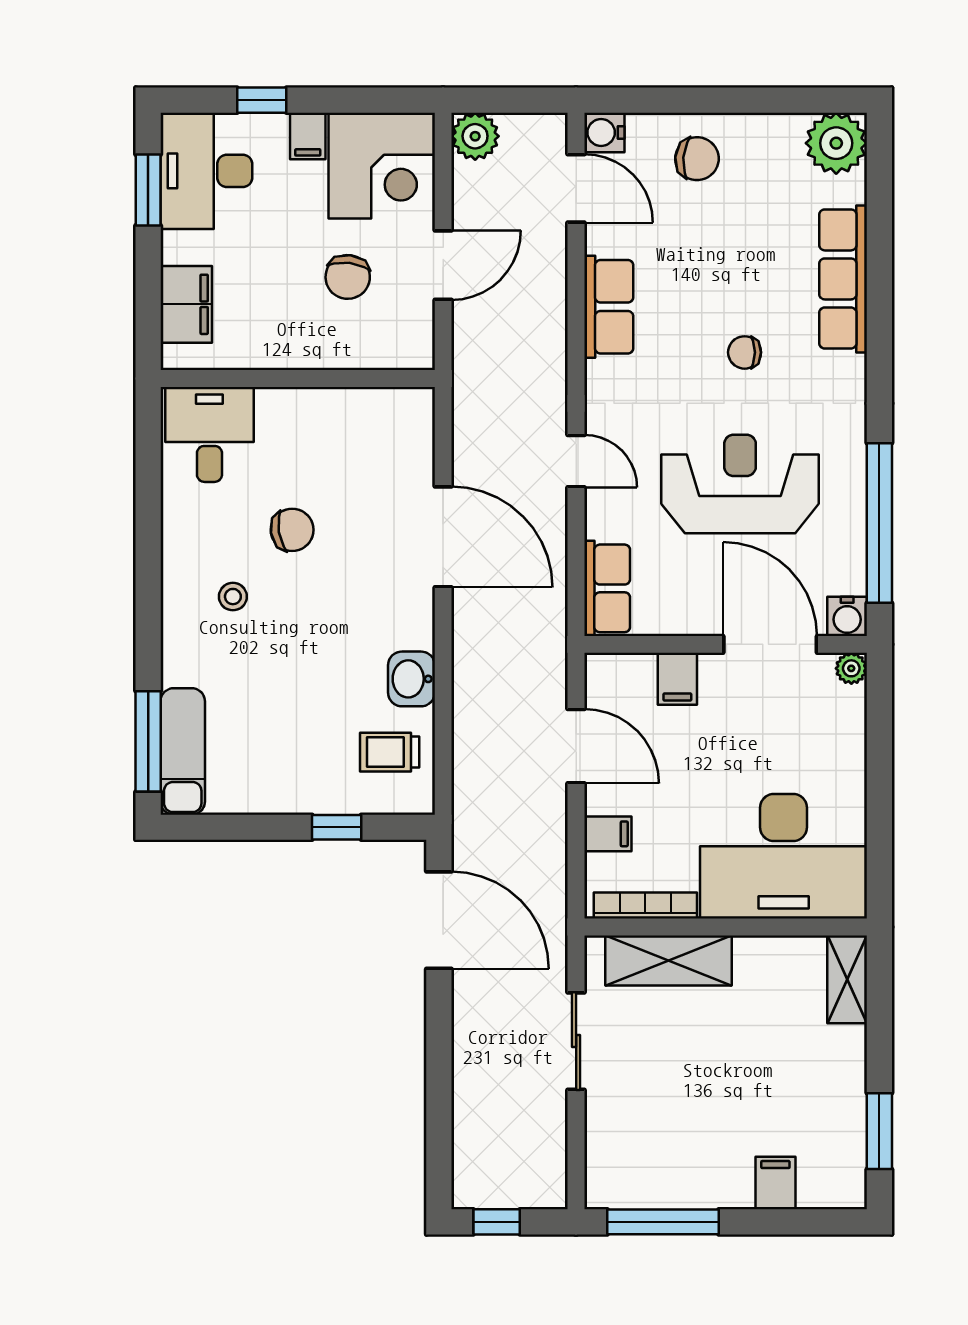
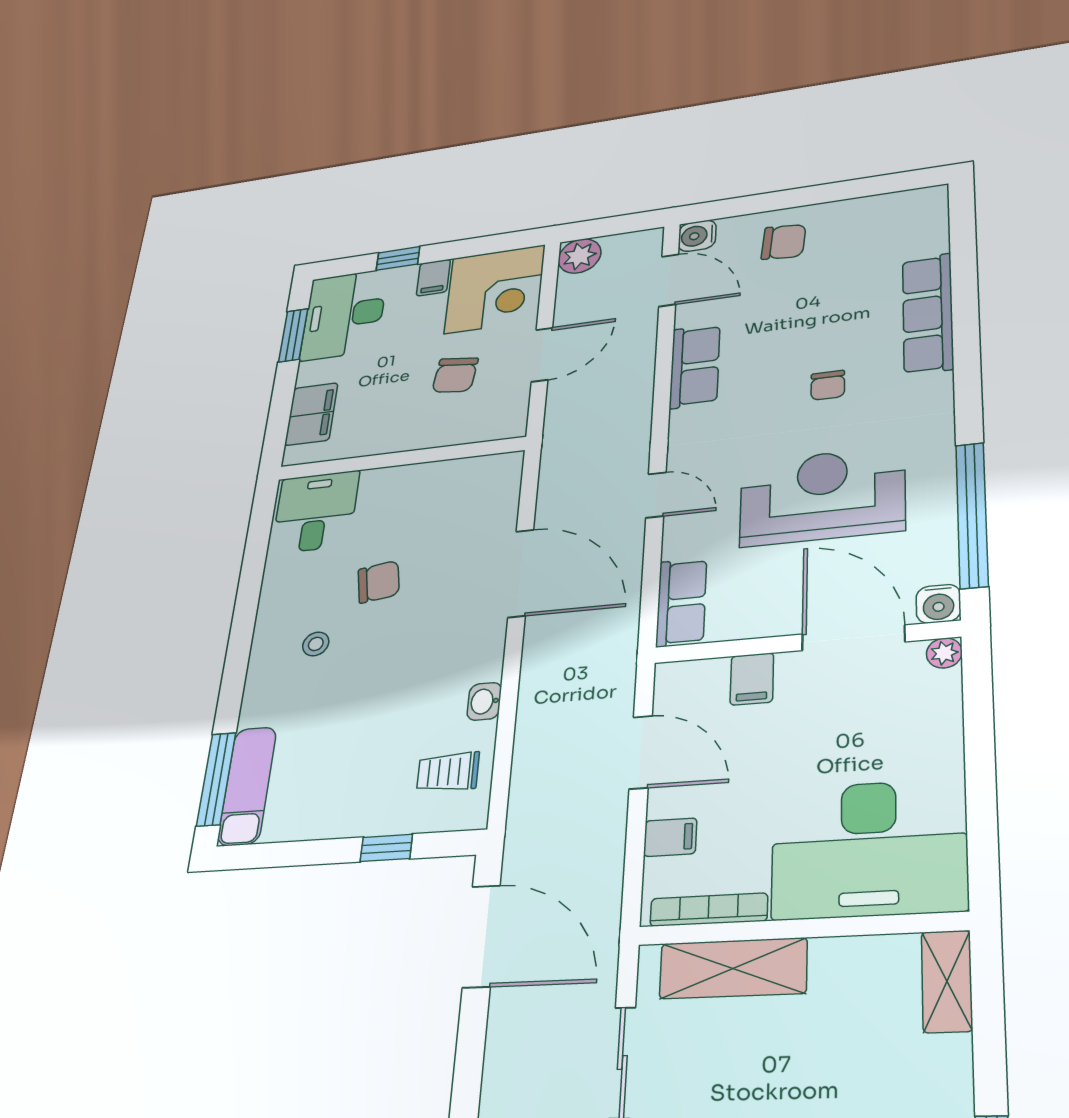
plant: (836, 143) -> (919, 211), removed
chair: (745, 352) -> (828, 385), turned -90
washbasin: (411, 679) -> (484, 701), width x0.72, depth x0.69

